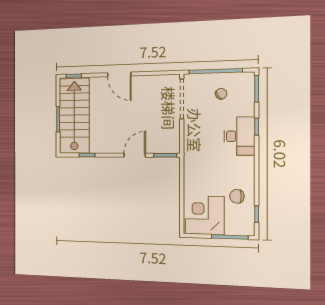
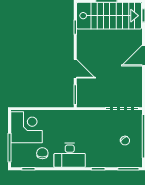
desk: (239, 136) -> (70, 155), moved

